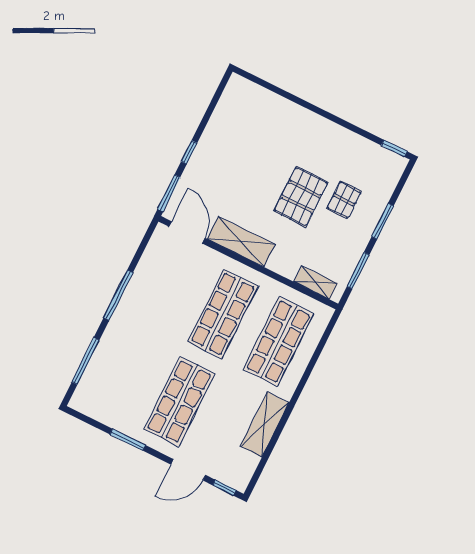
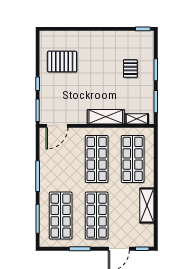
pallet: (301, 197) -> (62, 62), moved, turned 90
door: (187, 232) -> (57, 126), swing flipped
shelving: (241, 242) -> (106, 117), moved
shop shelf: (124, 374) -> (61, 216), added

